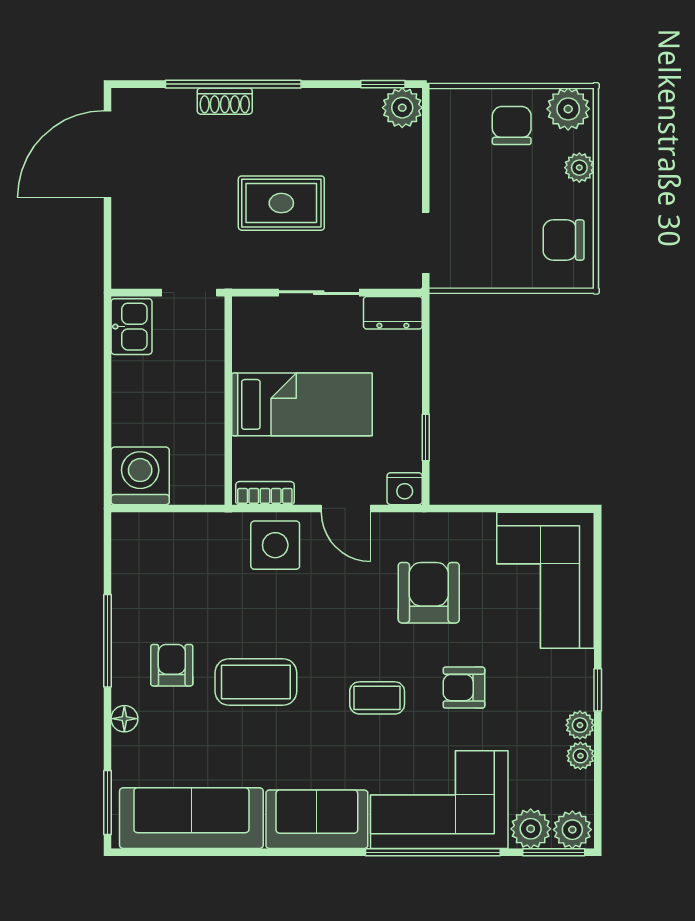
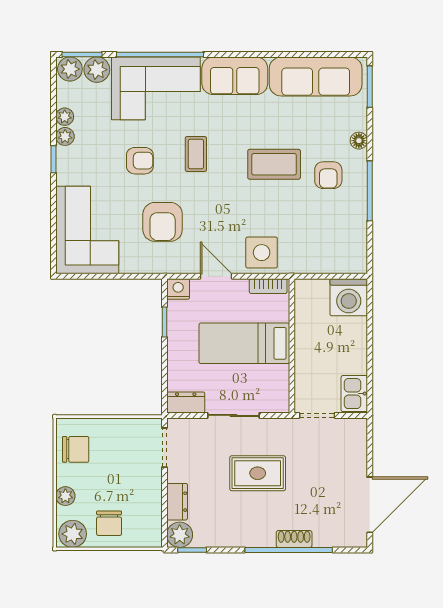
dresser: (406, 159) -> (177, 502), added
coffee table: (377, 698) -> (196, 154), turned 90

